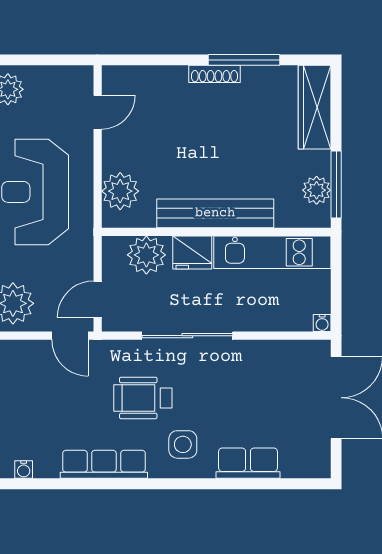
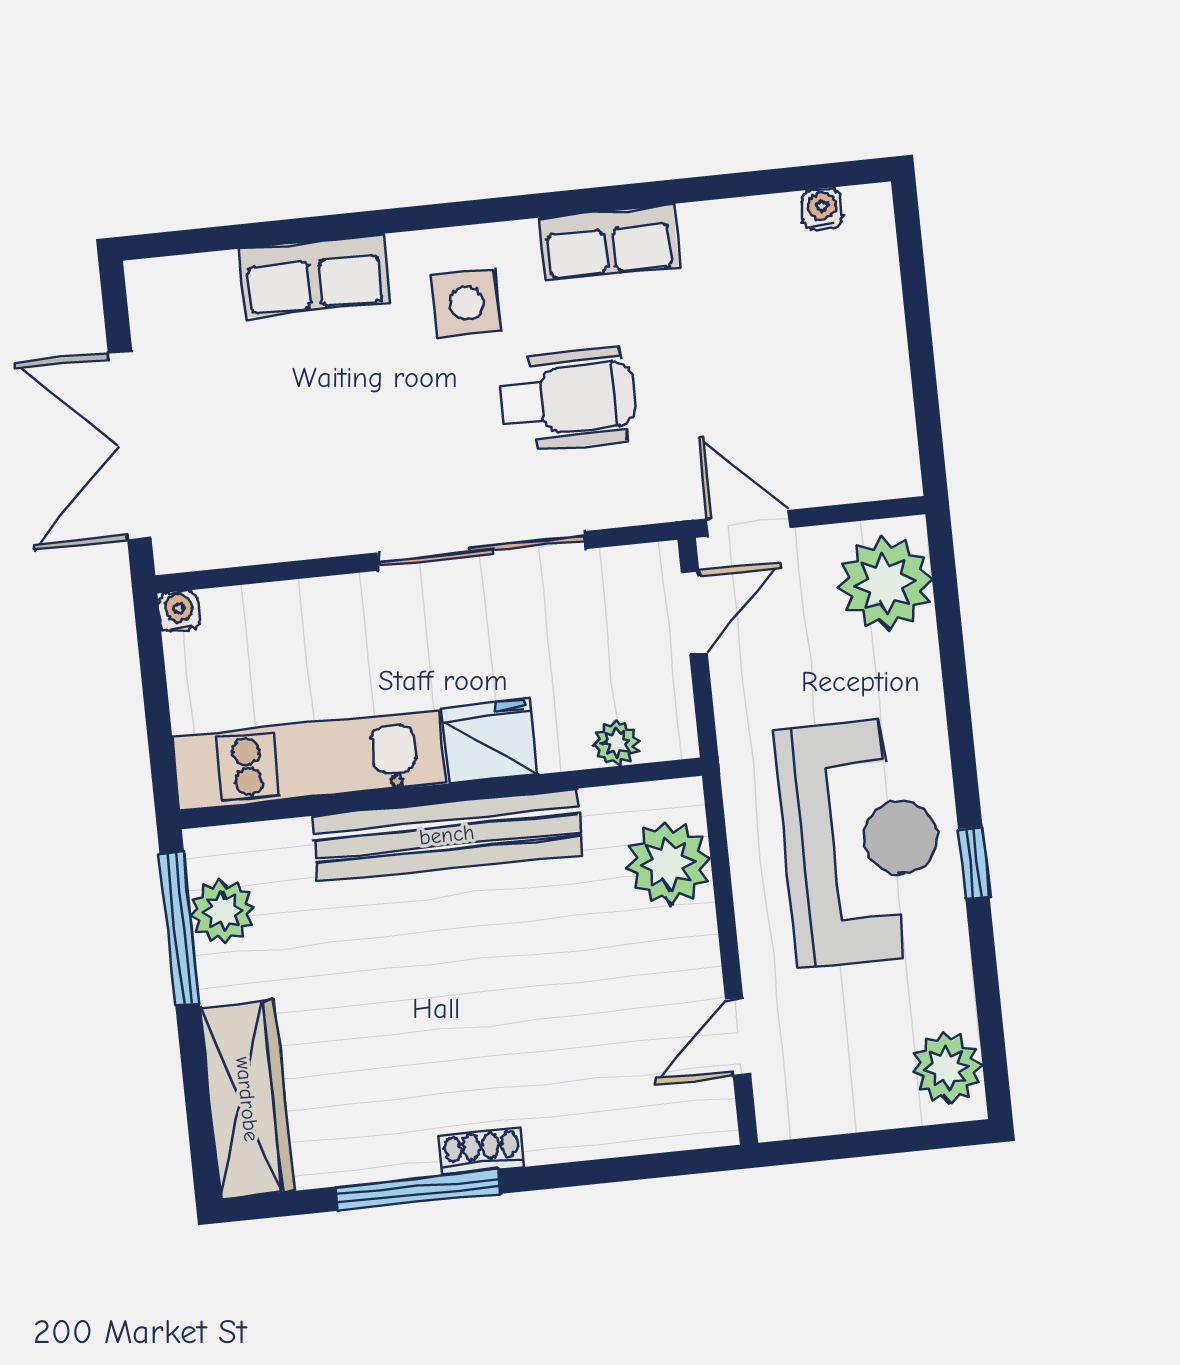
shoe rack: (214, 74) -> (482, 1151), width x0.70
plant: (146, 255) -> (616, 743), width x0.53, depth x0.53
row of seats: (104, 464) -> (609, 243), width x0.68

